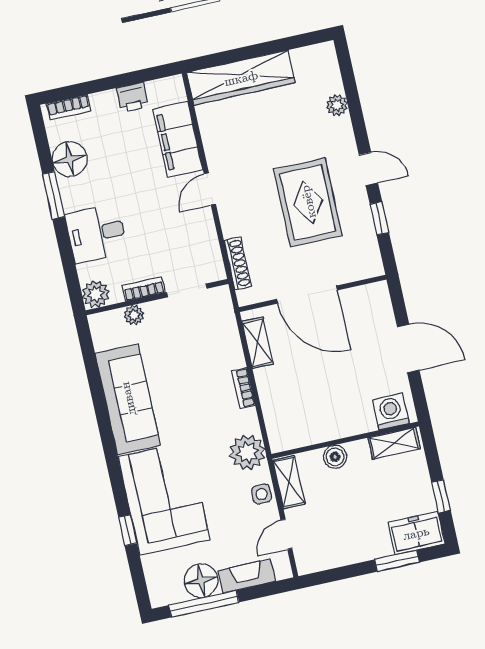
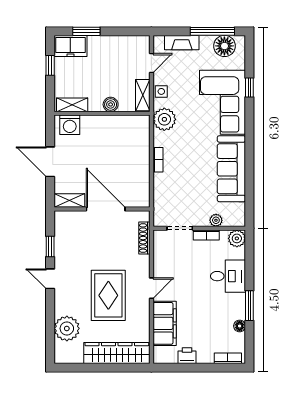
plant: (337, 105) -> (67, 328), width x1.87, depth x1.87
floor lamp: (70, 159) -> (240, 326), width x0.53, depth x0.53
rug: (308, 202) -> (108, 295), moved
shelving: (258, 343) -> (69, 201), moved, turned 90
floor lamp: (201, 581) -> (224, 46), moved

